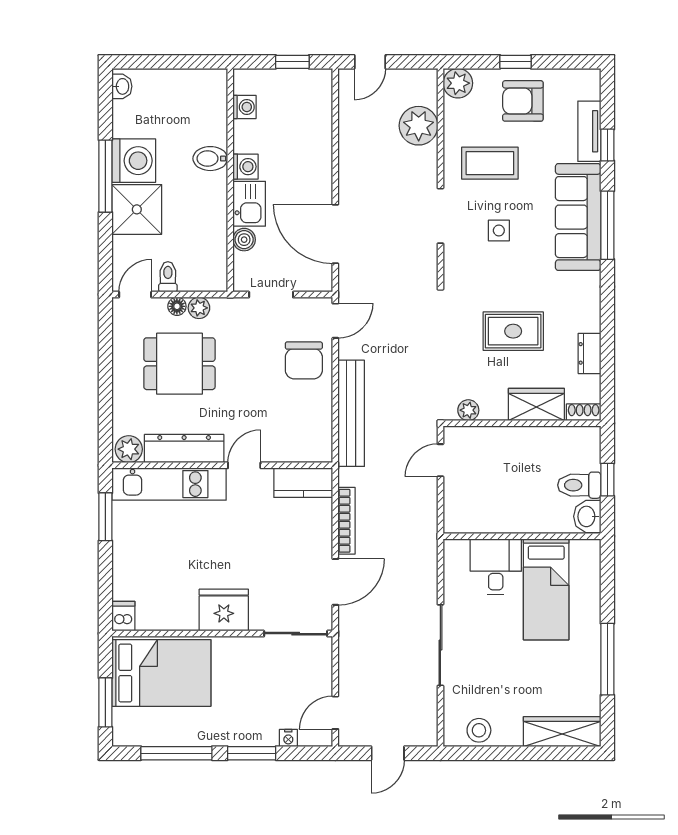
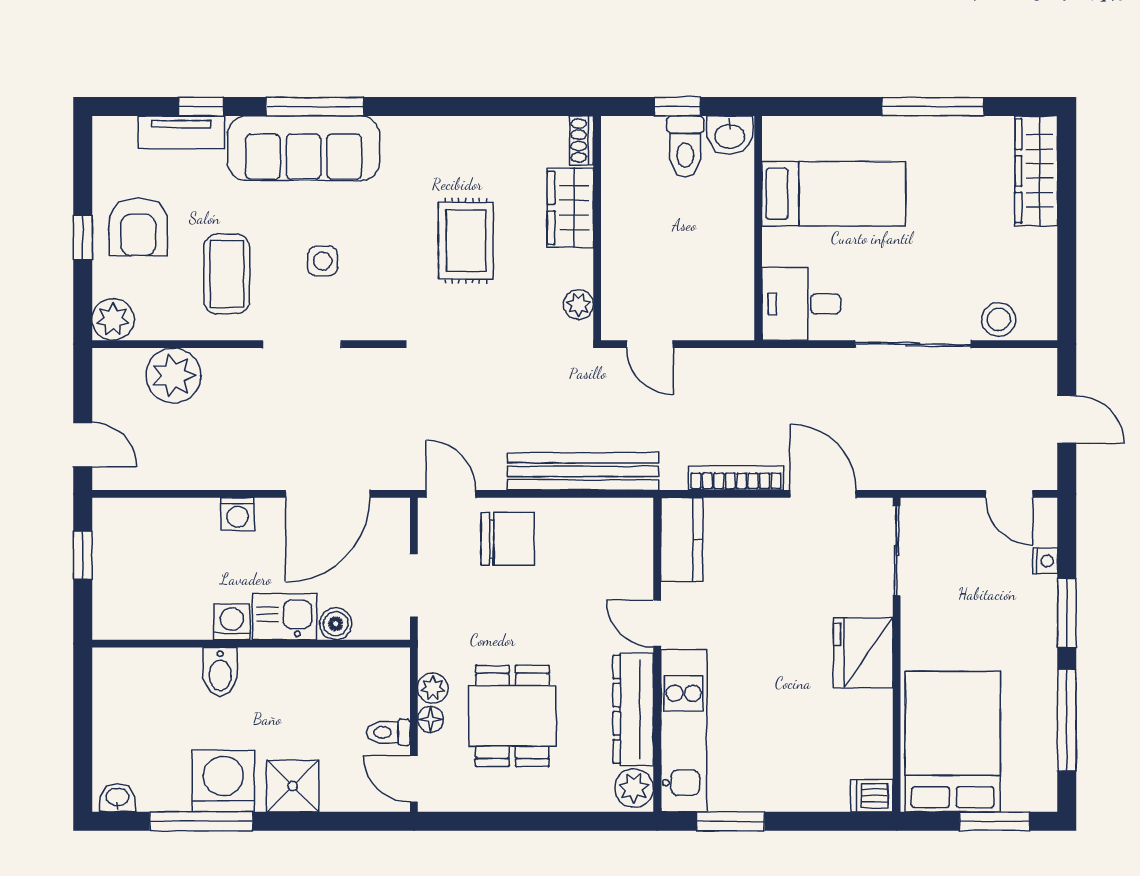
washing machine: (244, 107) -> (238, 514), moved, turned 180
window: (105, 176) -> (201, 821), moved
shower: (137, 209) -> (293, 786), width x0.73, depth x0.73
dresser: (589, 353) -> (498, 132), removed
desk: (496, 567) -> (801, 304), moved
stool: (479, 730) -> (999, 319), moved

